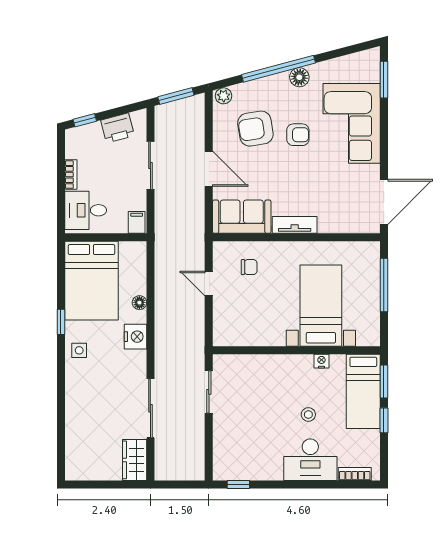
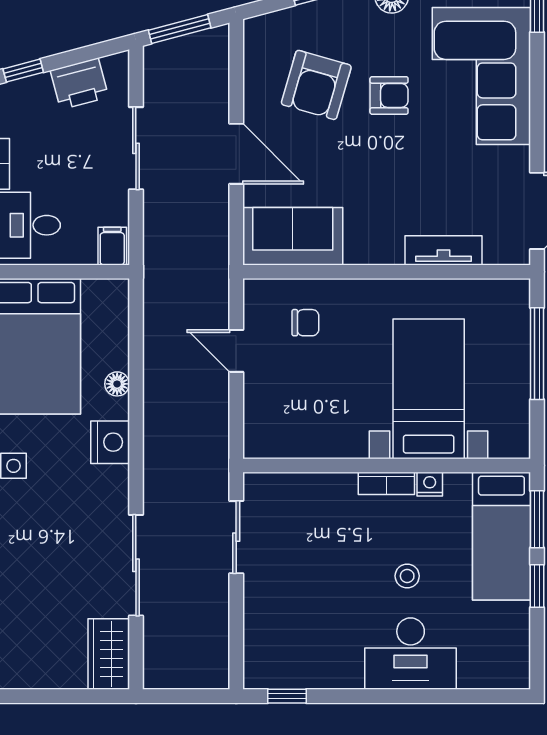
plant: (224, 96) -> (261, 29), removed
armchair: (255, 129) -> (316, 85), turned -65
tv unit: (295, 225) -> (443, 250), moved
bookcase: (355, 474) -> (386, 483), moved, turned 180

